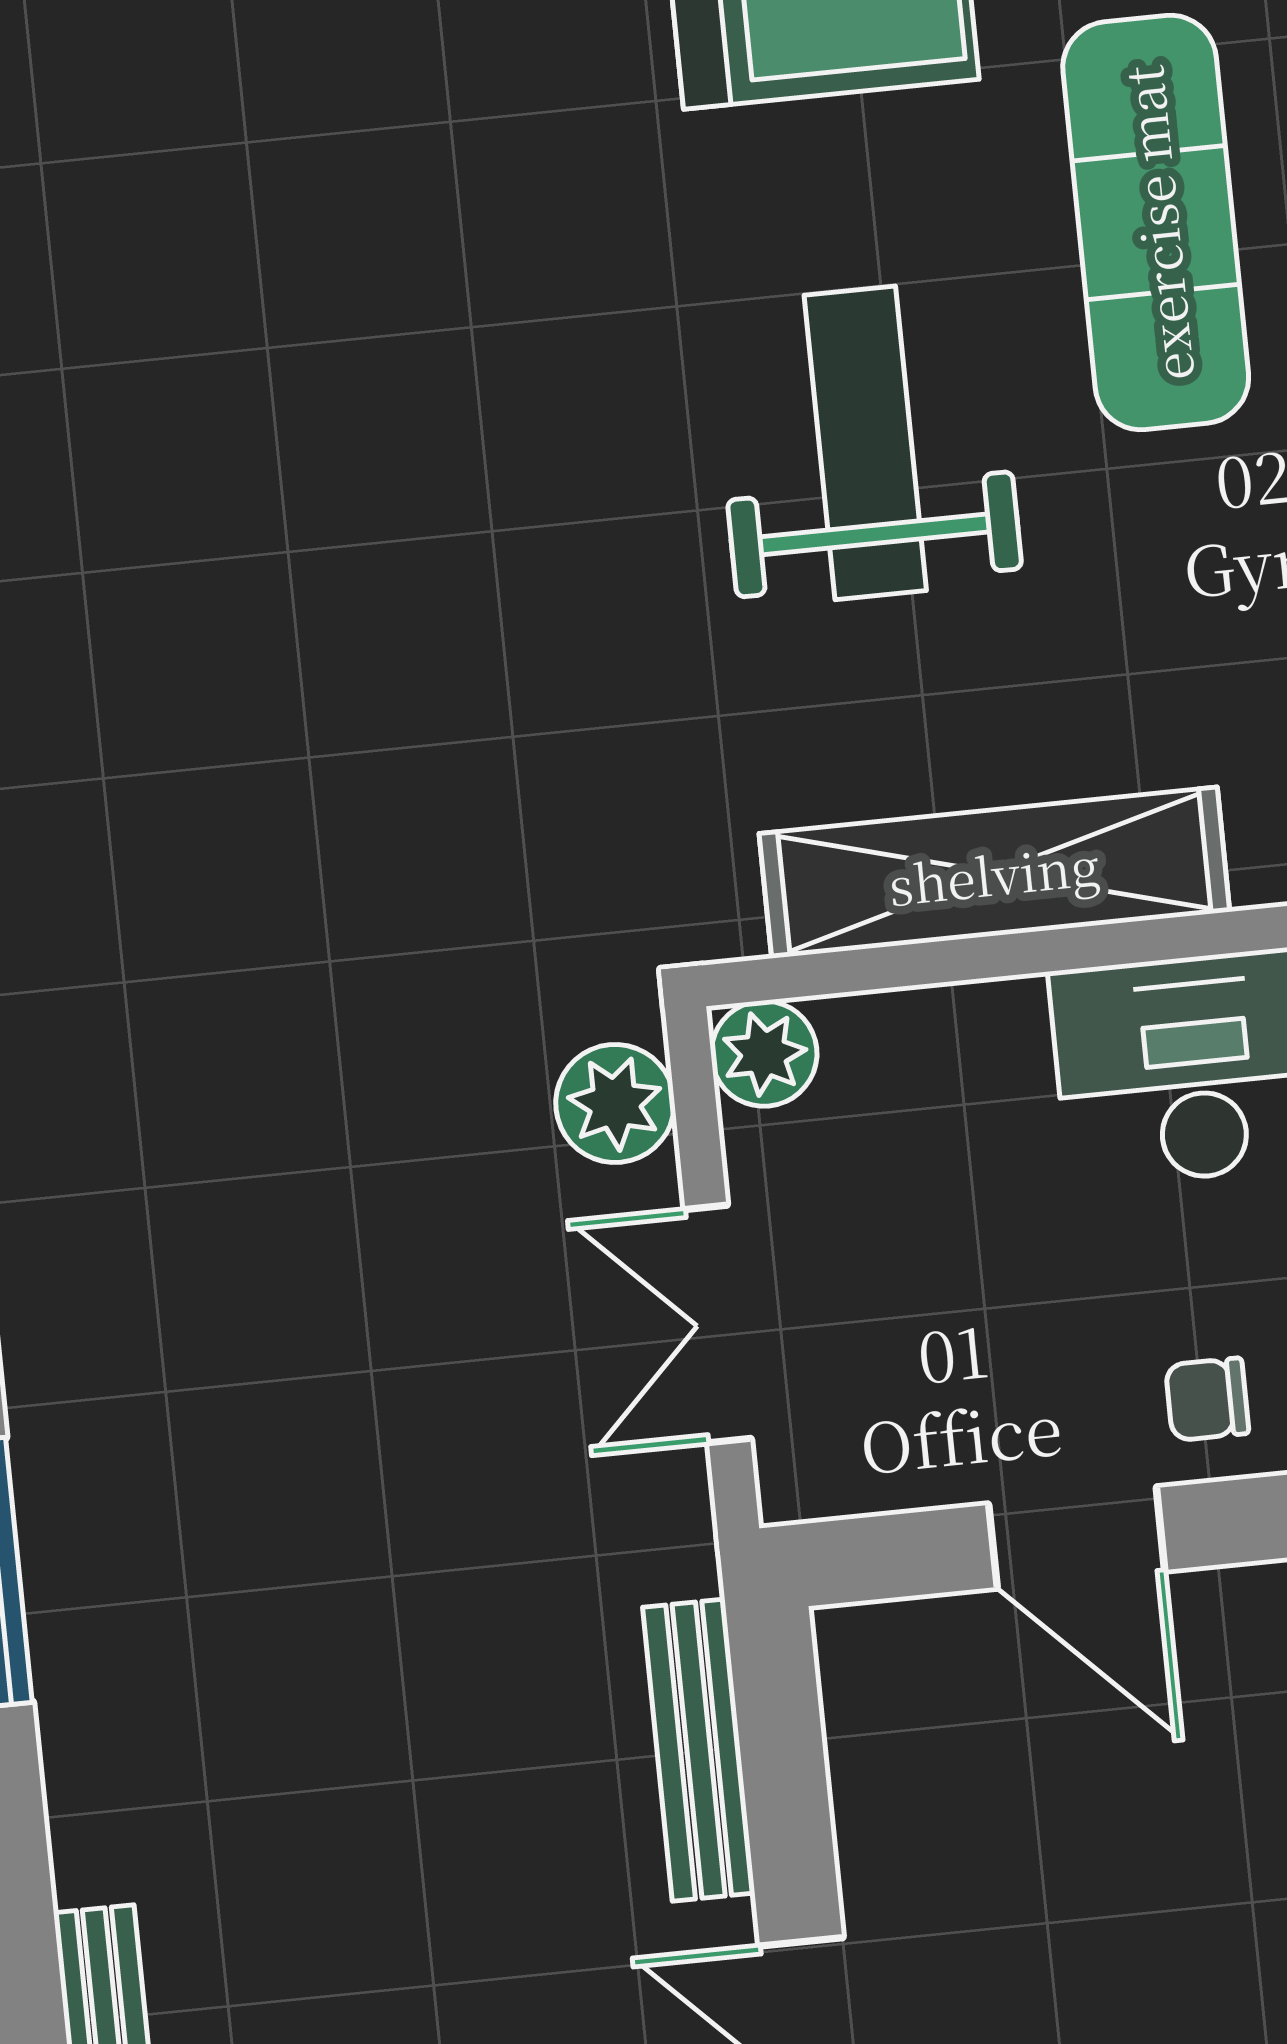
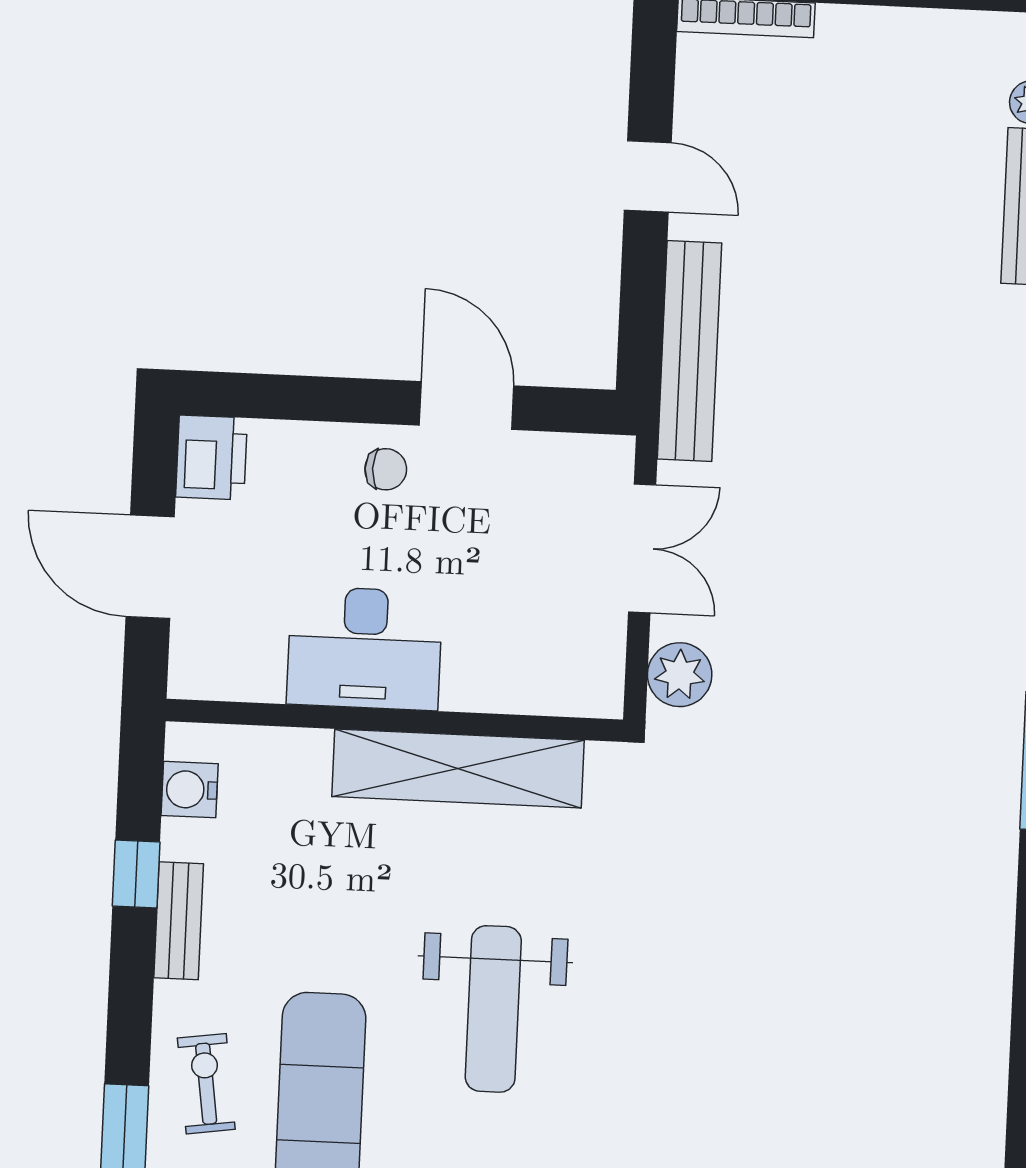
plant: (764, 1054) -> (596, 690), removed
bench: (699, 1750) -> (689, 351), width x1.37, depth x1.21

